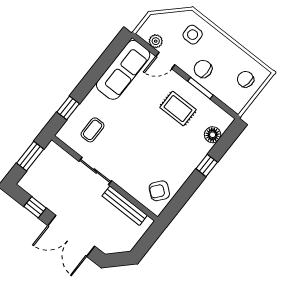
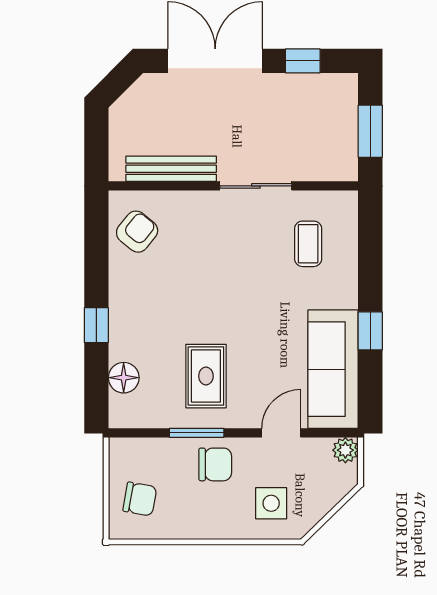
plant: (156, 41) -> (345, 450), moved
window: (68, 108) -> (370, 331), moved
rug: (178, 109) -> (206, 376), turned 90

